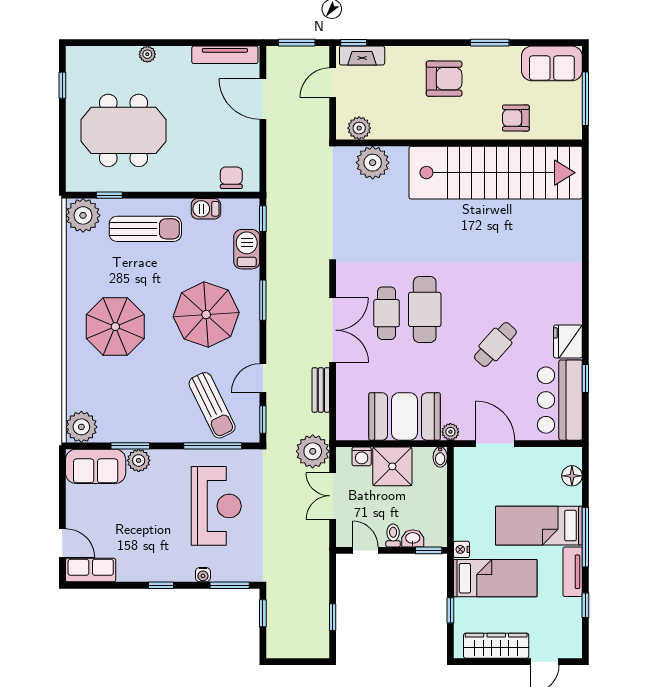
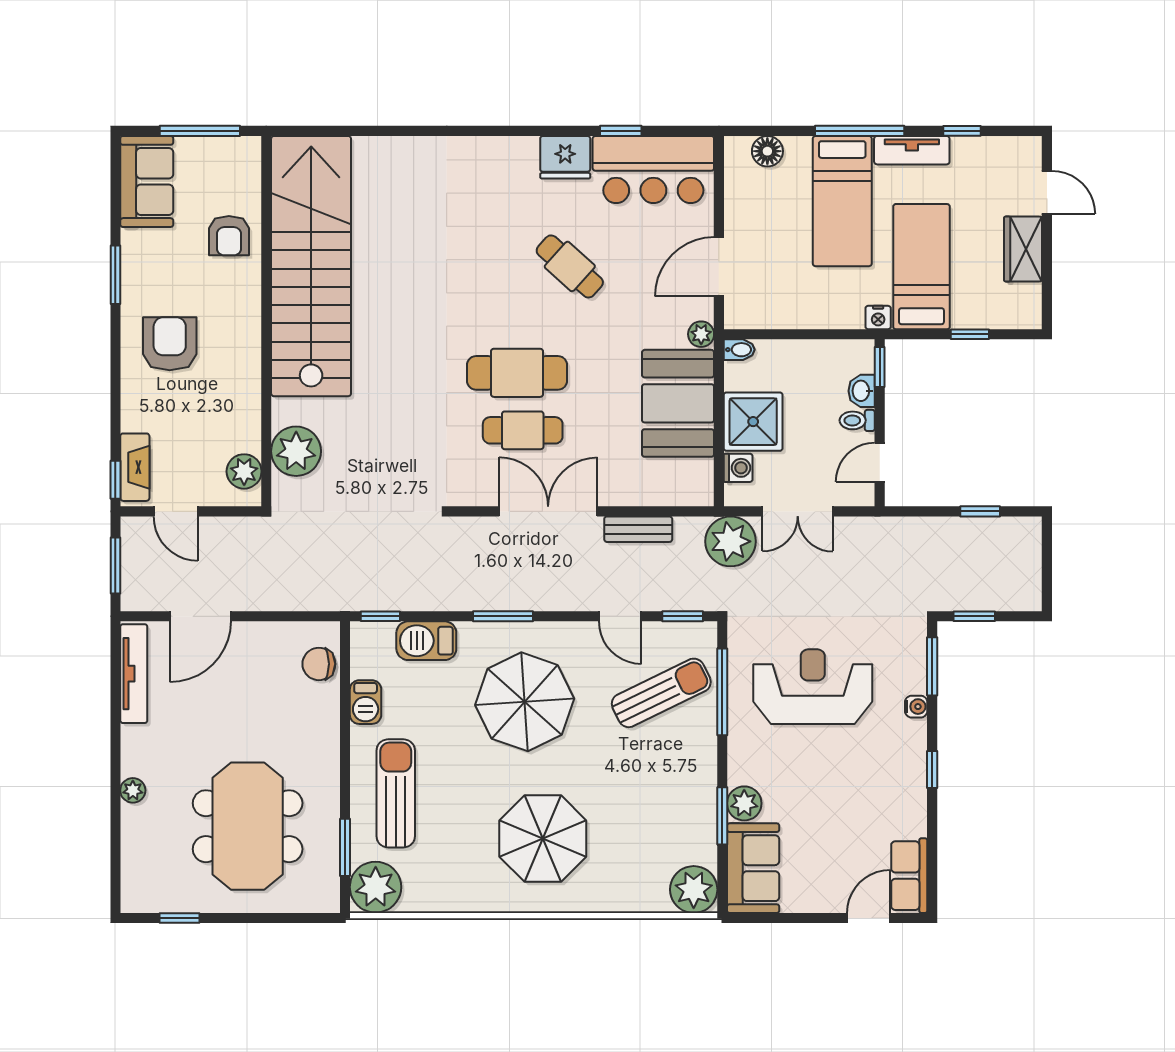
window: (109, 195) -> (345, 847), width x1.50
wardrobe: (496, 646) -> (1023, 249), width x0.67

